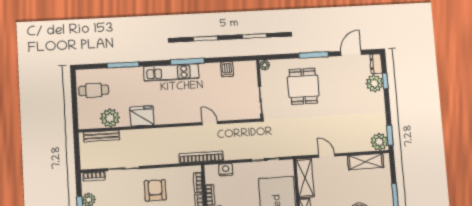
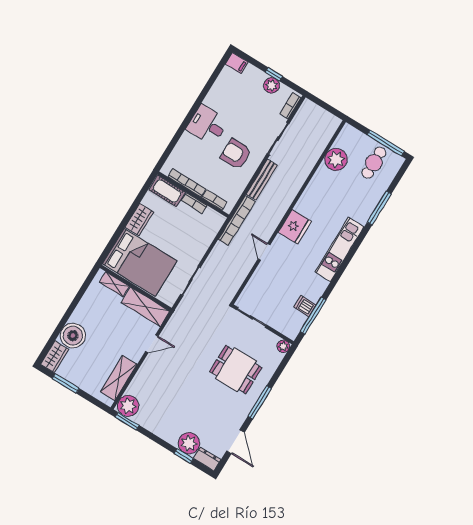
window: (187, 62) -> (313, 316), moved
window: (74, 92) -> (386, 143), added
fridge: (142, 116) -> (295, 227), moved
door: (210, 123) -> (264, 252), swing flipped
bench: (101, 136) -> (262, 180), moved
nightstand: (226, 170) -> (208, 235), removed
armchair: (155, 190) -> (236, 154), turned 180

